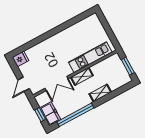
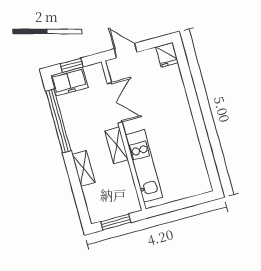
double door: (57, 84) -> (115, 103), swing flipped

